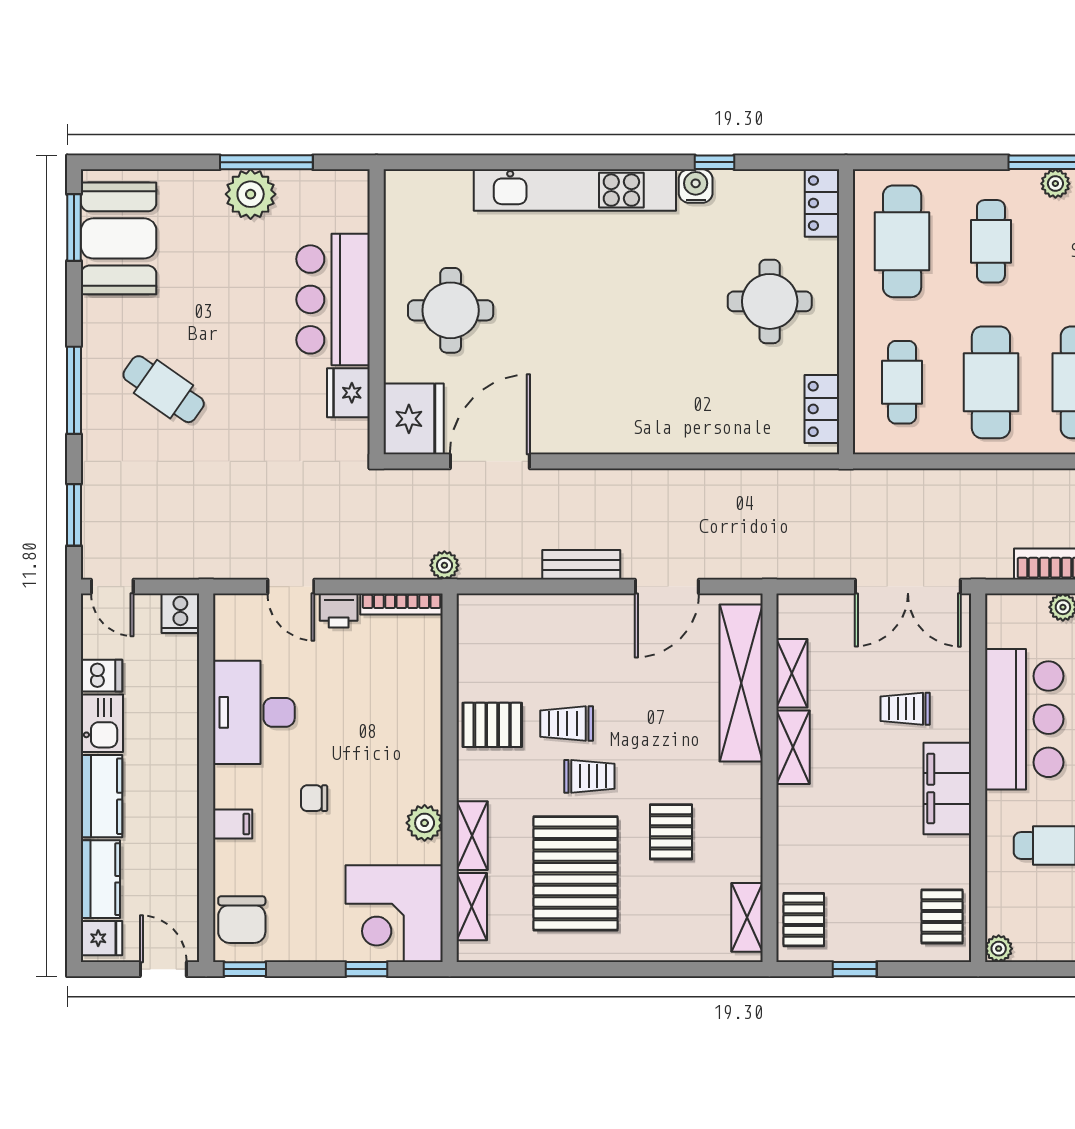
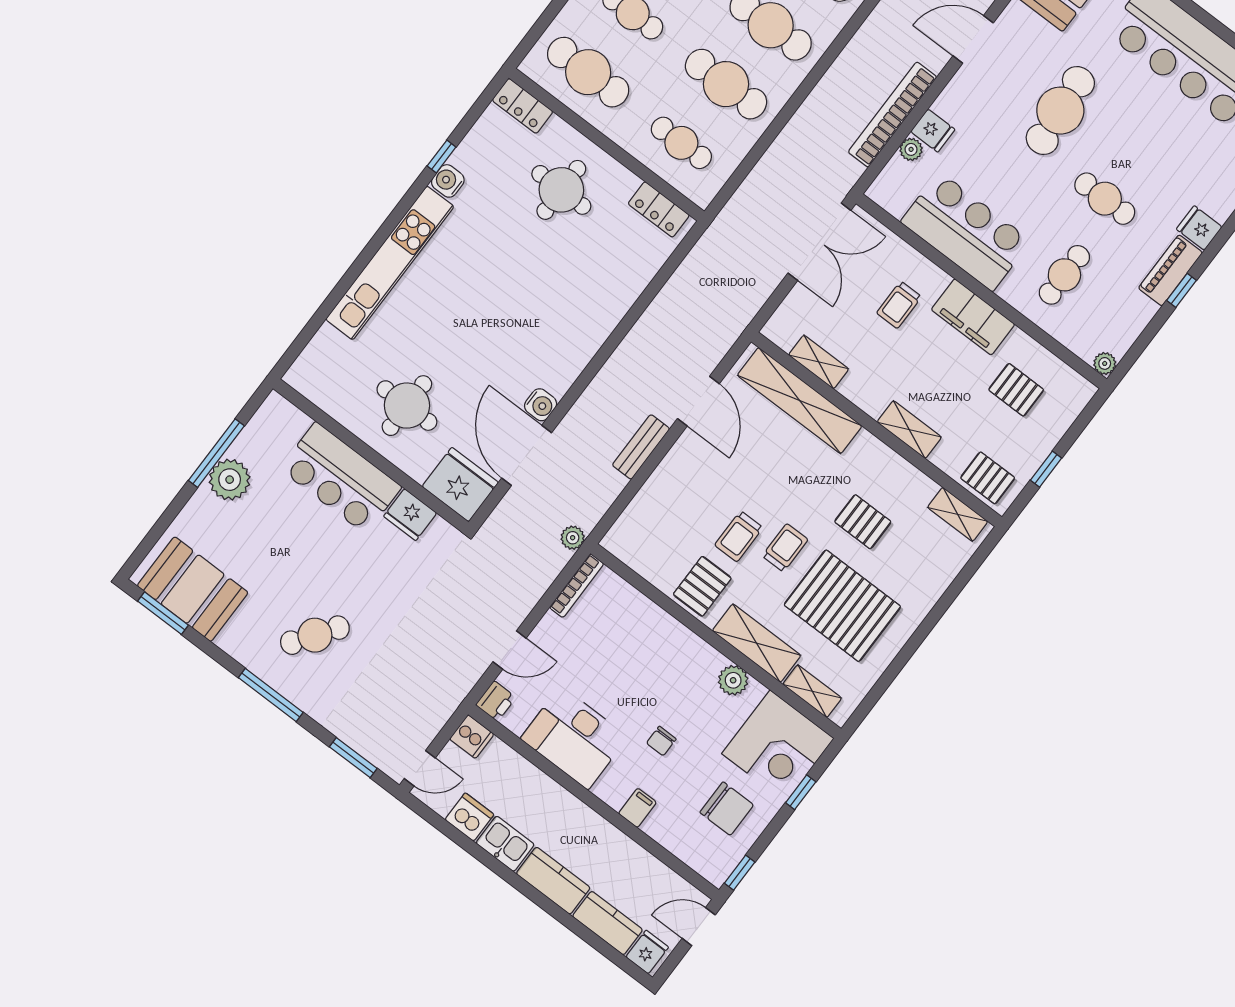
water cooler: (549, 438) -> (541, 405), added
printer: (339, 611) -> (496, 701), moved
dishwasher: (102, 676) -> (469, 817), width x1.38
shelving: (793, 747) -> (909, 430), moved
shelving: (472, 836) -> (757, 643), width x1.50, depth x1.33
pallet: (942, 916) -> (1016, 390), moved
chair: (242, 920) -> (727, 809), moved

